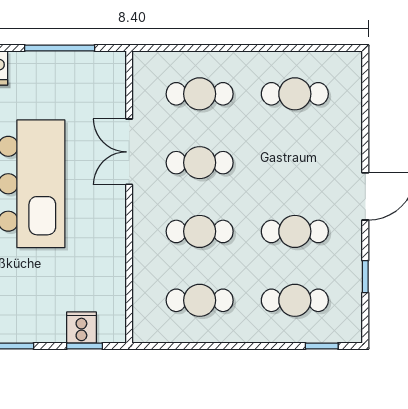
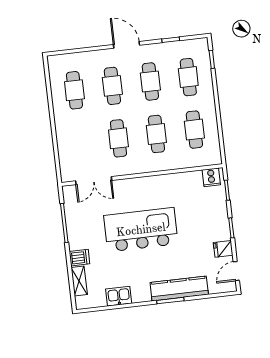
cafe table: (200, 94) -> (112, 86), moved
double door: (129, 152) -> (94, 181), moved
cooker: (81, 328) -> (211, 177), moved, turned -90

